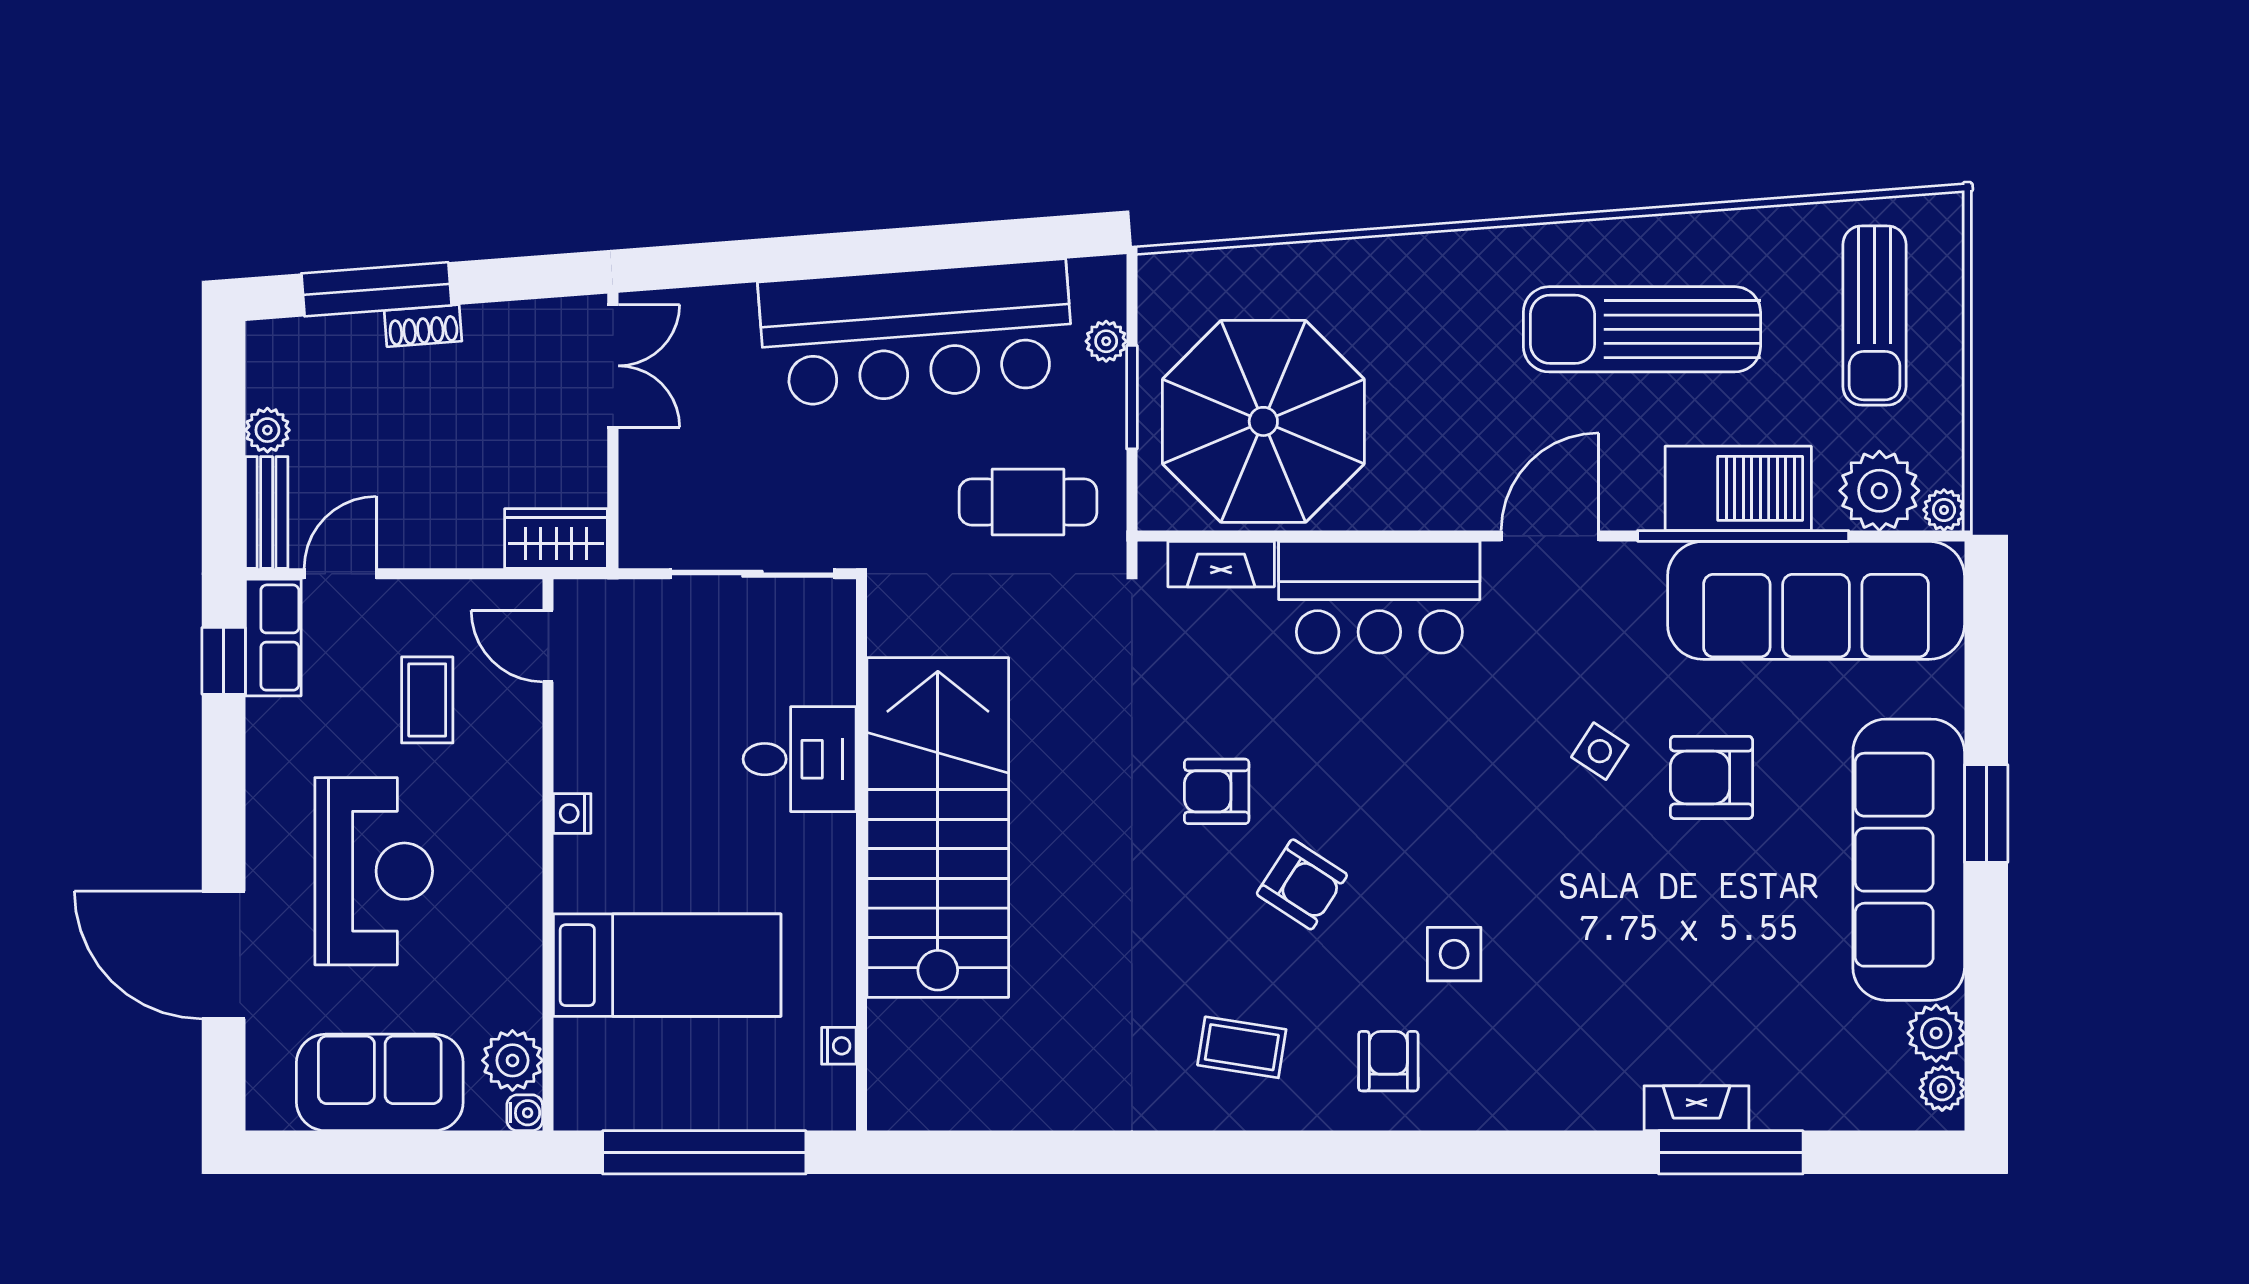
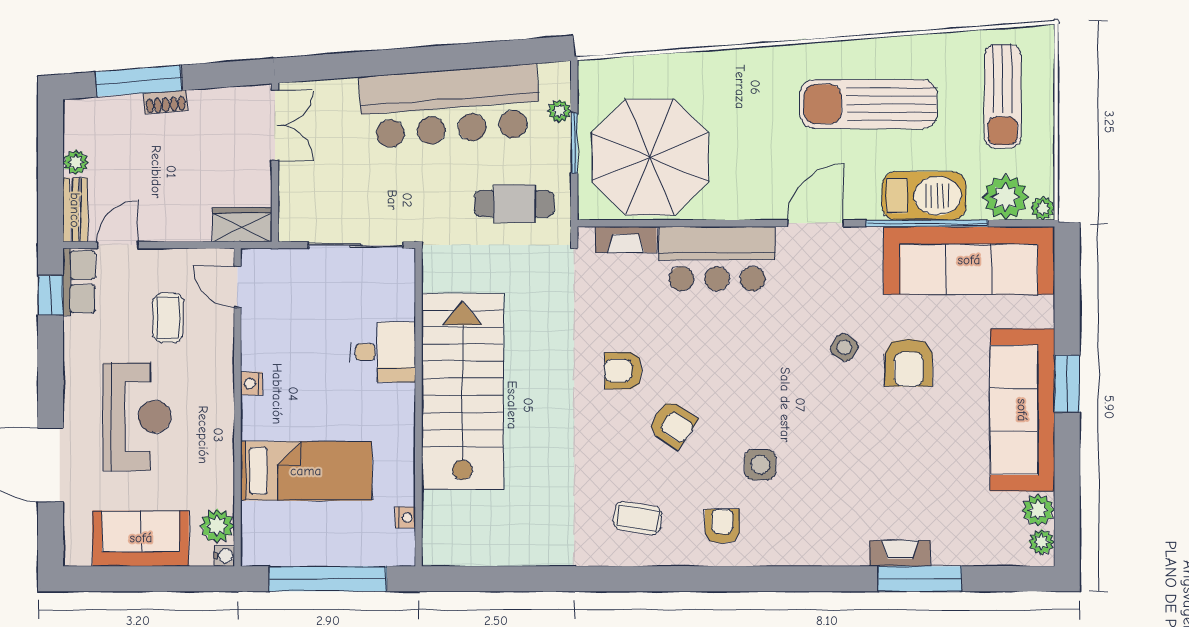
armchair: (1711, 777) -> (909, 363), turned -90

